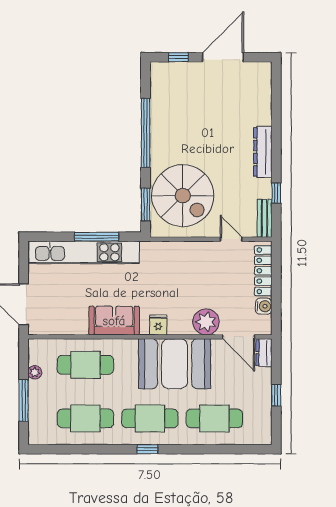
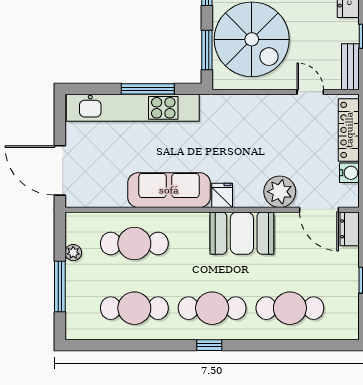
sofa: (114, 321) -> (169, 190), width x1.36
booth: (175, 364) -> (242, 233), width x0.73, depth x0.70

